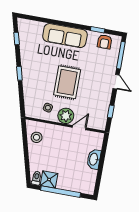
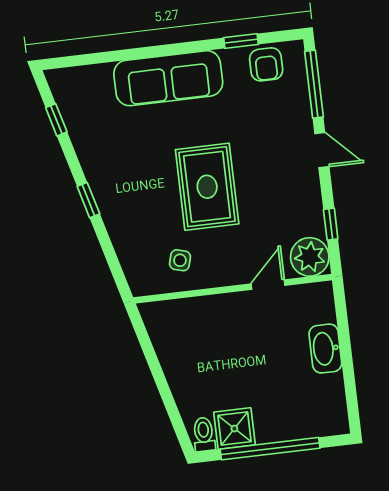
plant: (66, 116) -> (310, 257), moved
stool: (37, 137) -> (175, 338), removed

